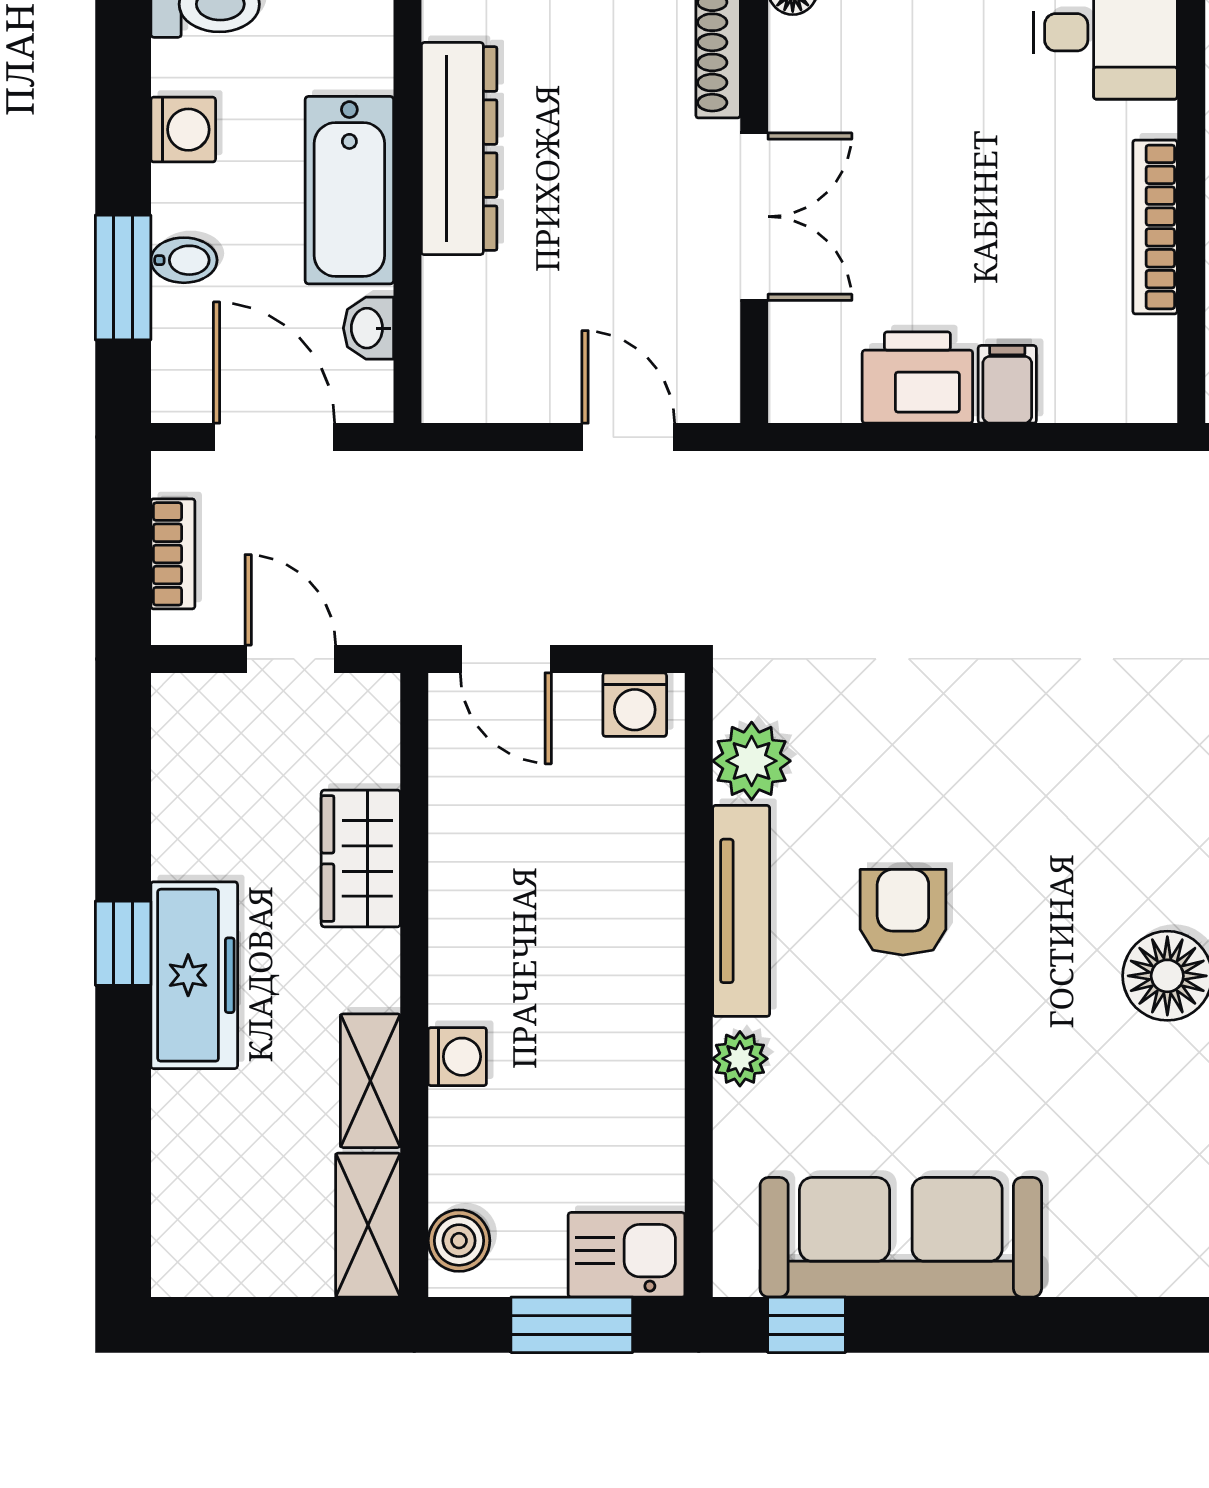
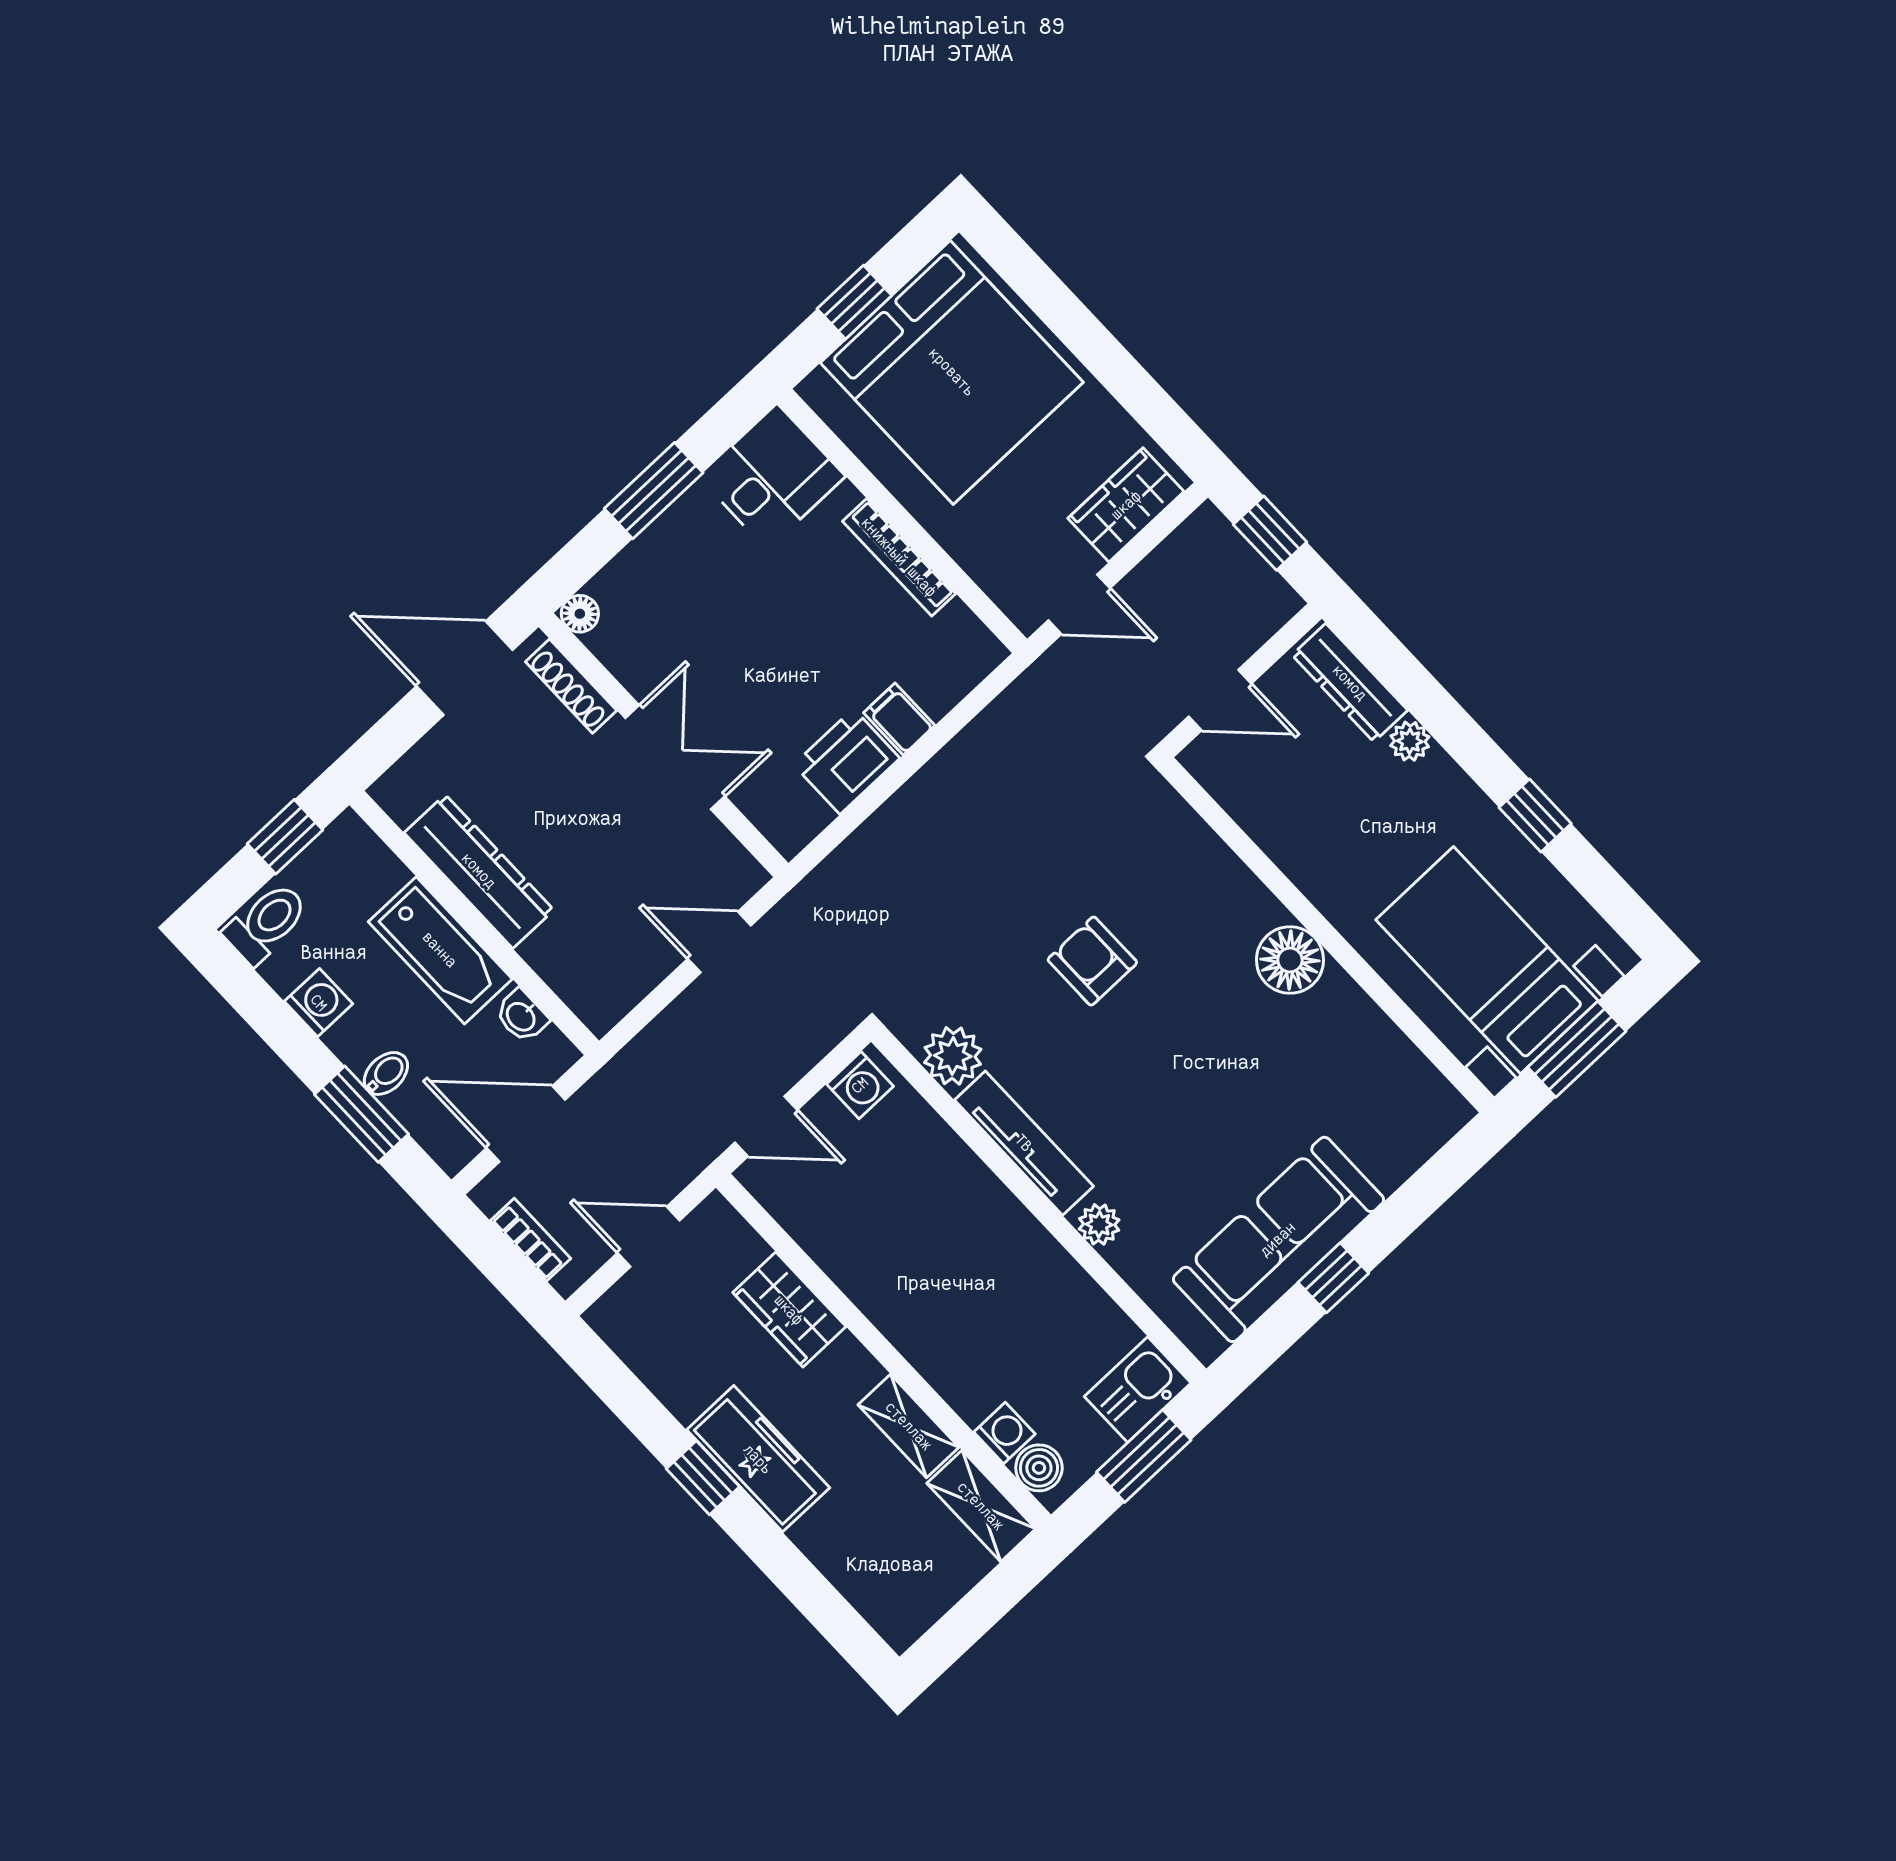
armchair: (903, 912) -> (1092, 961), moved
washing machine: (457, 1057) -> (1004, 1433), moved
window: (807, 1325) -> (1333, 1278), moved

